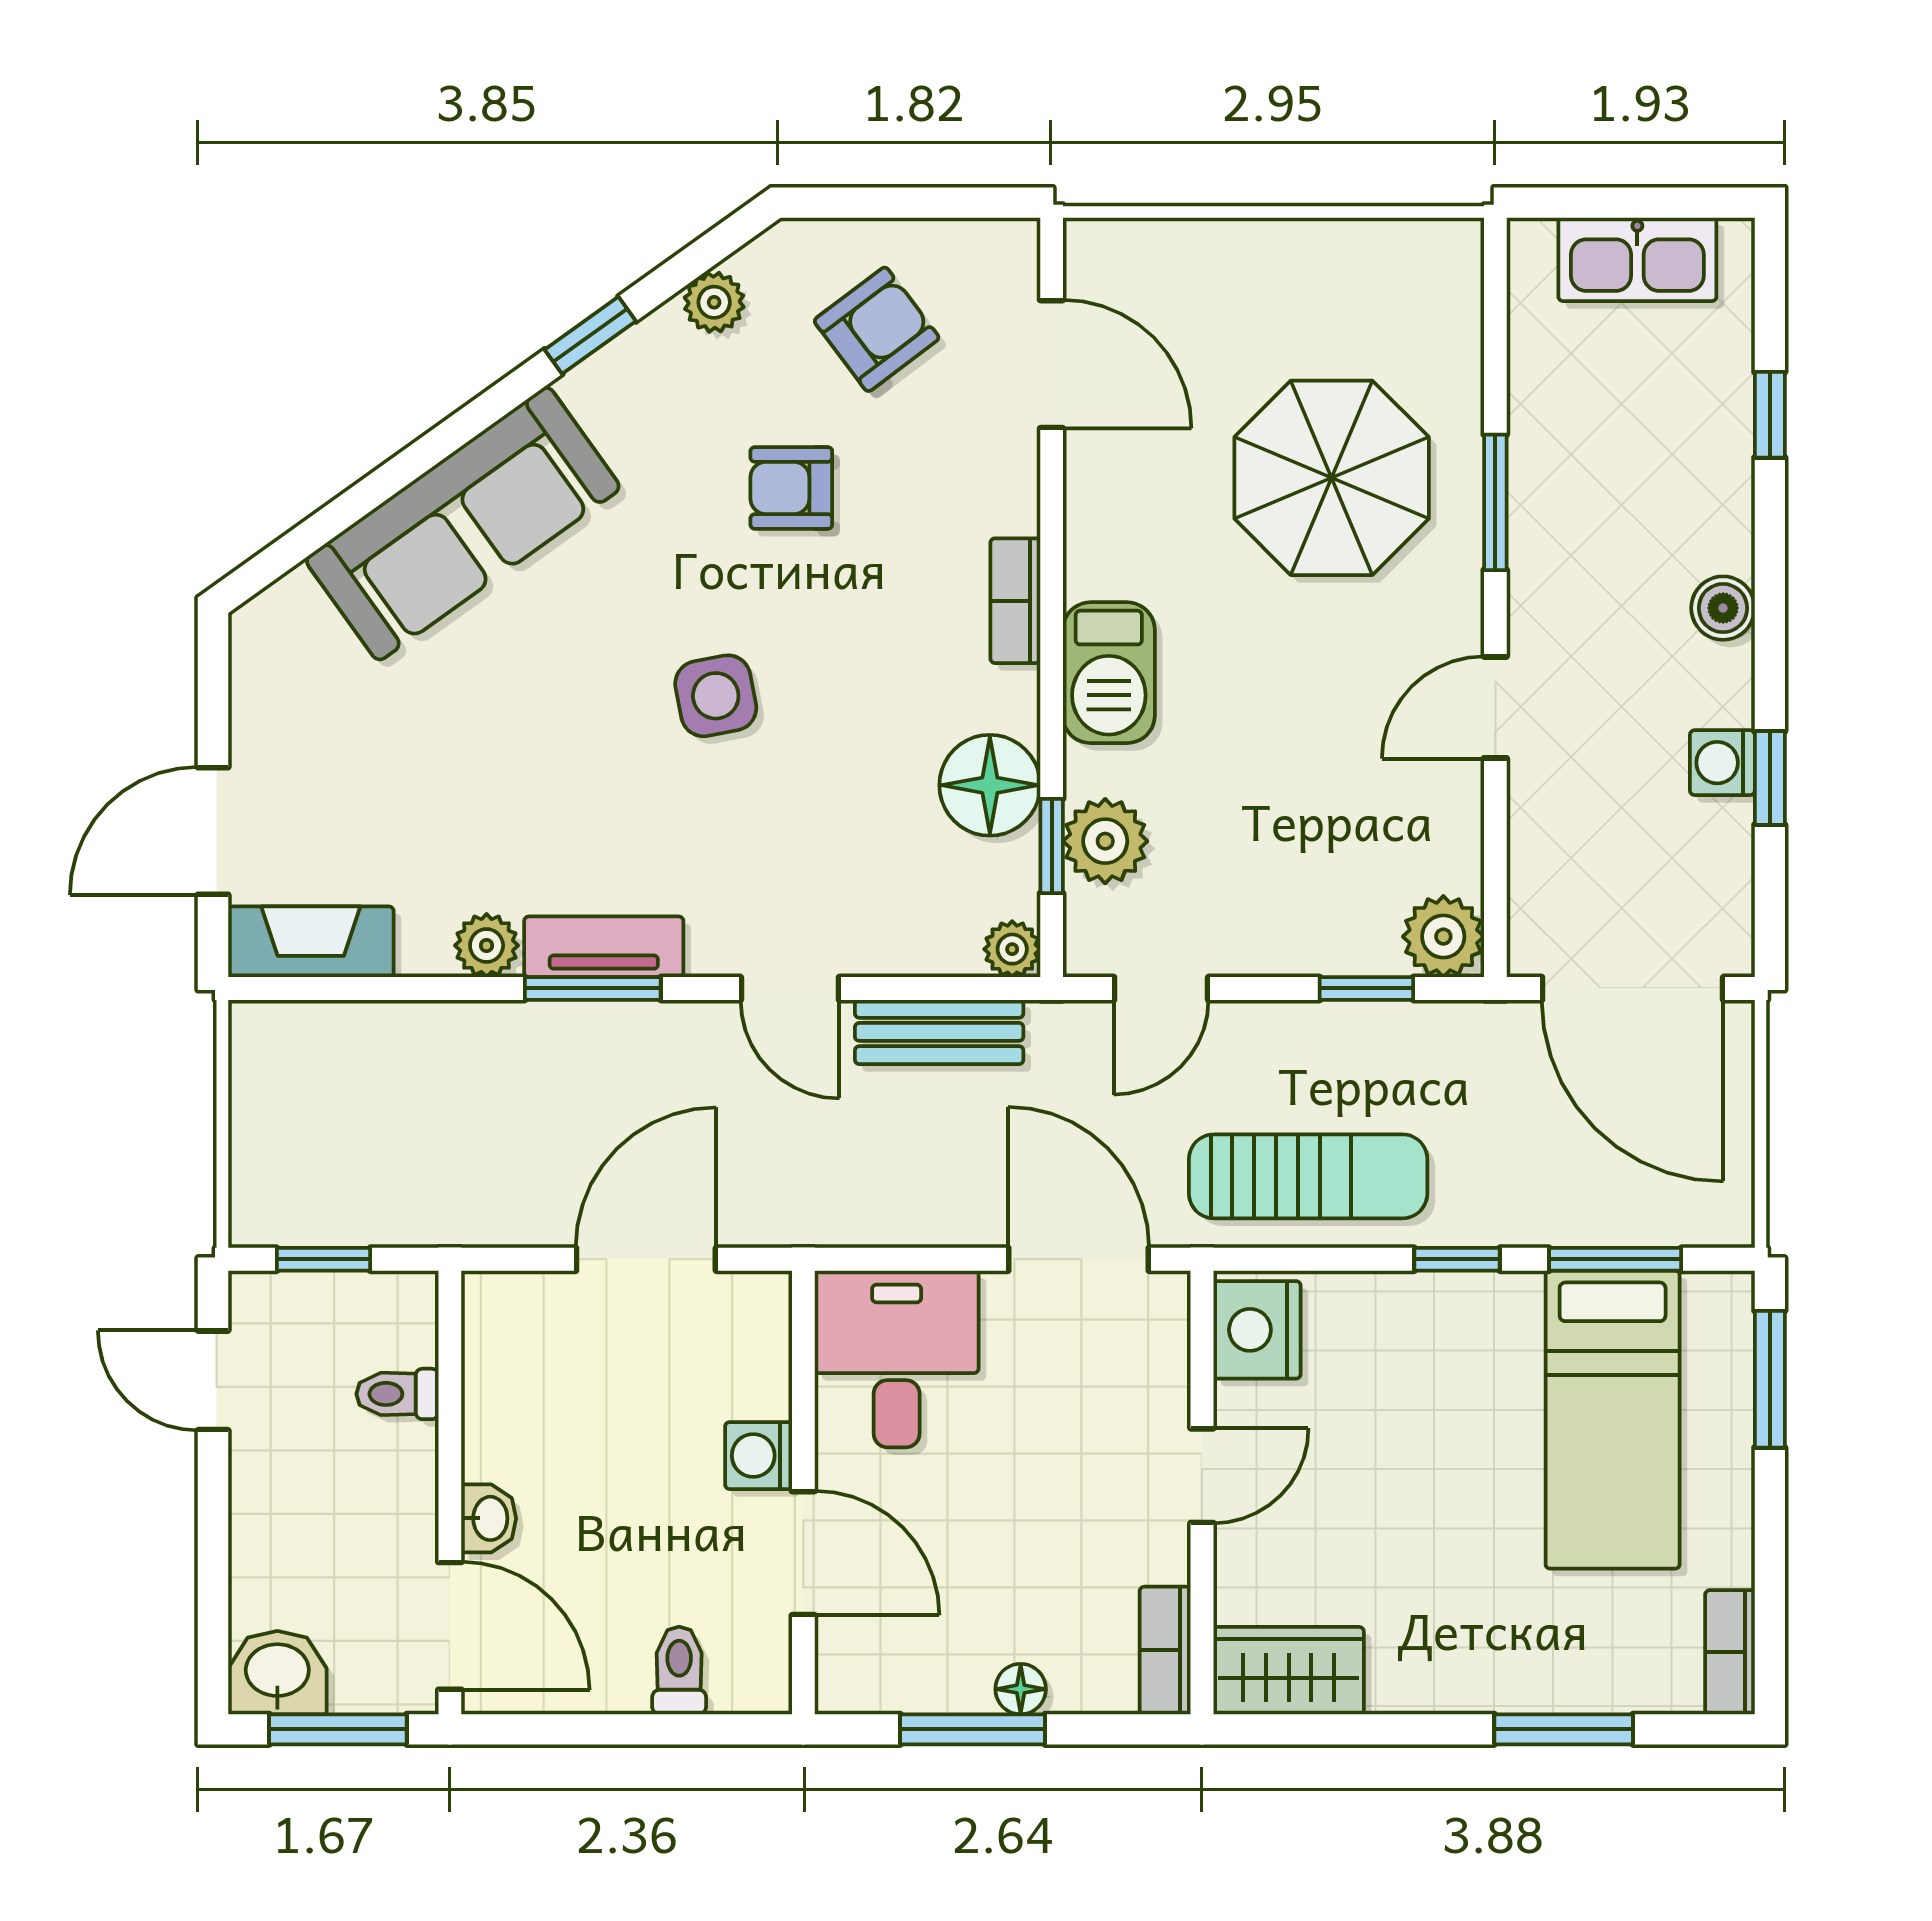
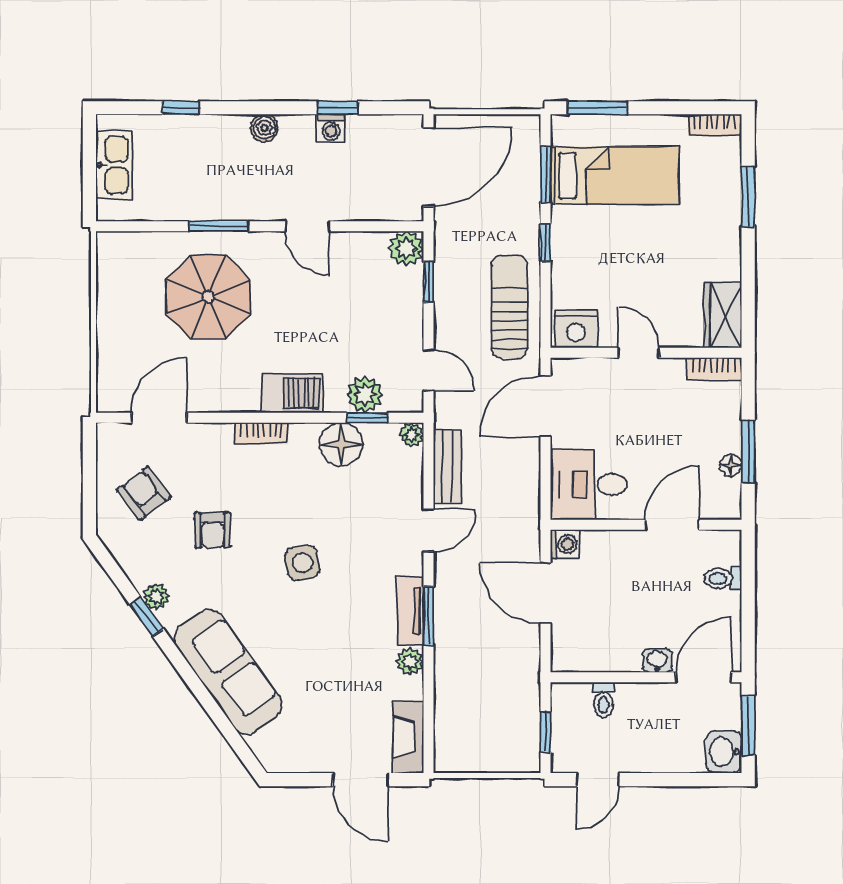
plant: (714, 302) -> (156, 597), moved
washing machine: (759, 1456) -> (565, 544), moved, turned -90
floor lamp: (1021, 1689) -> (731, 465), moved

